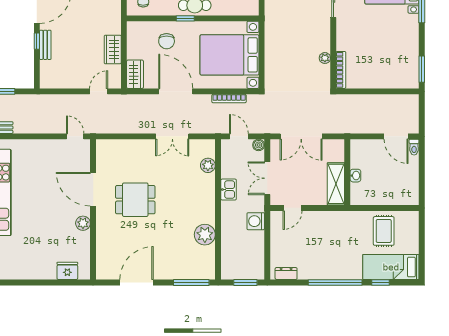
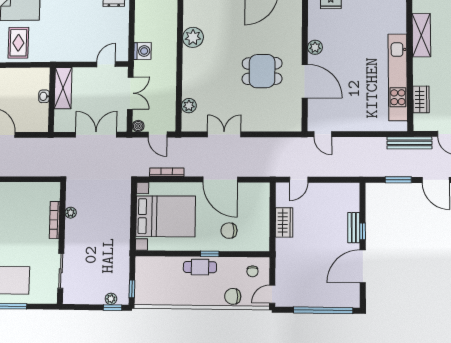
chair: (167, 41) -> (229, 231), turned -90
bookcase: (341, 70) -> (55, 220), moved
wardrobe: (135, 74) -> (261, 197), removed
kitchen sink: (229, 190) -> (169, 82), removed

